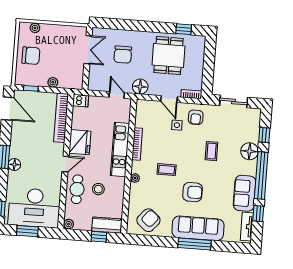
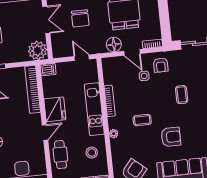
plant: (53, 82) -> (38, 50), moved, width x1.88, depth x1.88
floor lamp: (140, 87) -> (114, 45), moved
stool: (98, 189) -> (92, 153), moved

